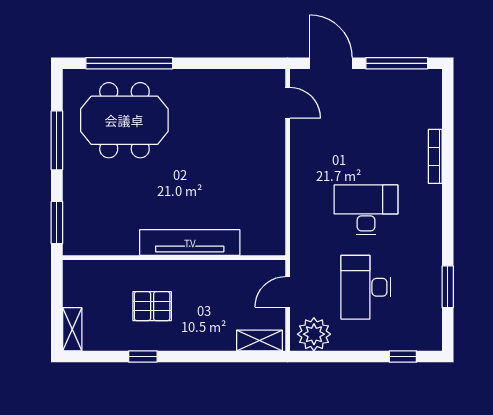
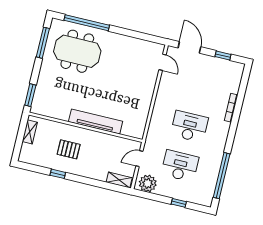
window: (397, 63) -> (223, 56), width x0.46
window: (57, 140) -> (43, 43), moved
desk: (366, 287) -> (180, 166), turned 90
window: (448, 287) -> (222, 176), width x2.11
shelving: (72, 329) -> (30, 132), moved
window: (403, 356) -> (179, 203), moved

